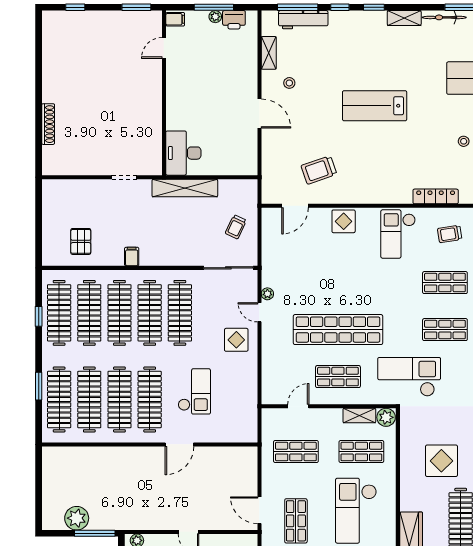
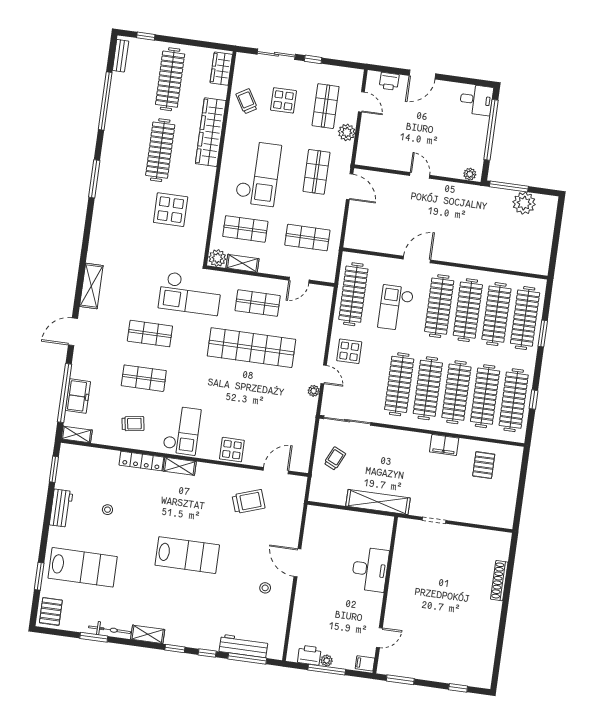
shelving: (269, 53) -> (180, 466), moved, turned 90
desk: (183, 153) -> (370, 569), moved
filing cabinet: (132, 257) -> (444, 445), width x2.00
clothes rail: (240, 400) -> (353, 294), added

